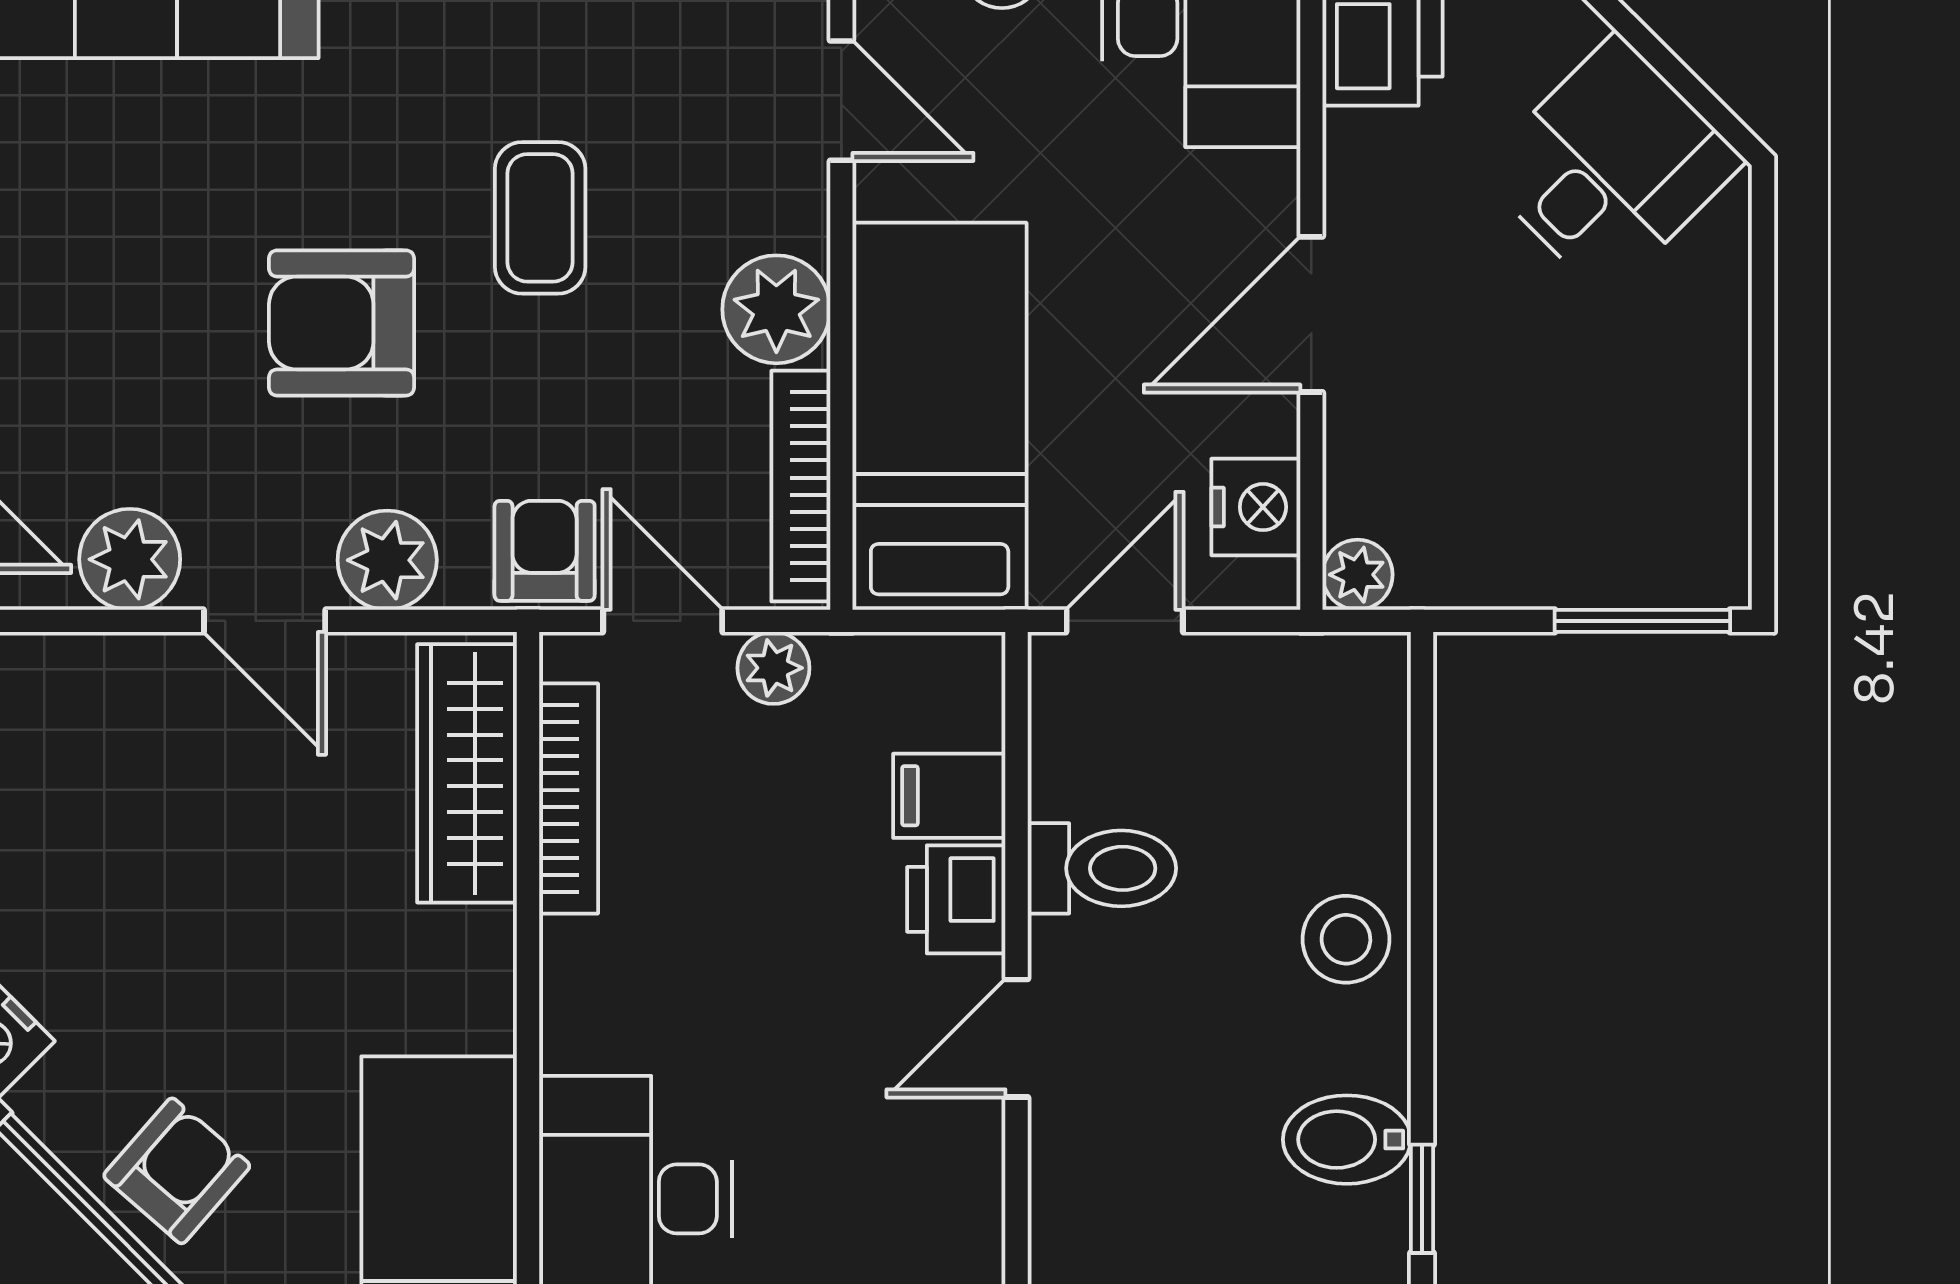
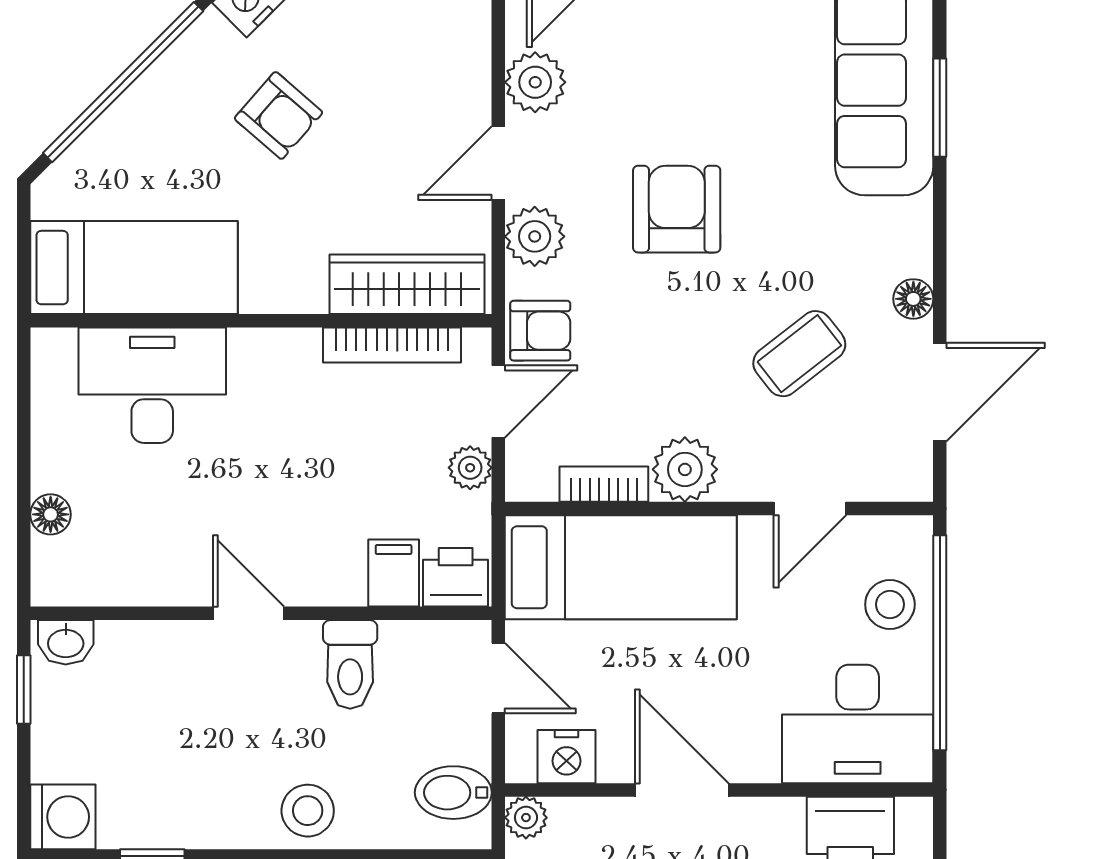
coffee table: (540, 218) -> (799, 354), moved, turned -38
bookcase: (801, 486) -> (604, 484), width x0.64
printer: (956, 899) -> (456, 577), moved
bidet: (1347, 1140) -> (453, 793), moved, turned -90
armchair: (177, 1171) -> (278, 115), moved

